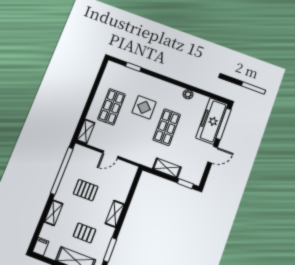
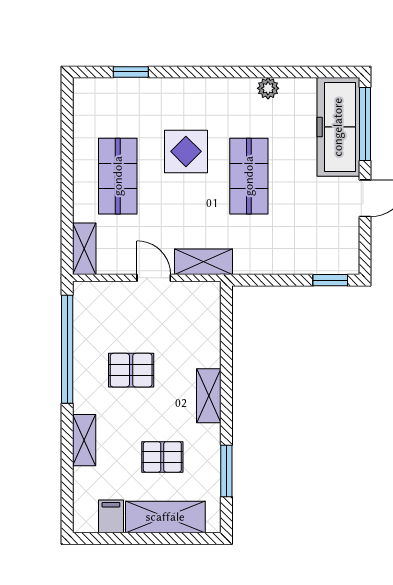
door: (110, 155) -> (154, 278), swing flipped
shelving: (167, 168) -> (204, 262), moved
filing cabinet: (41, 246) -> (111, 516), moved

